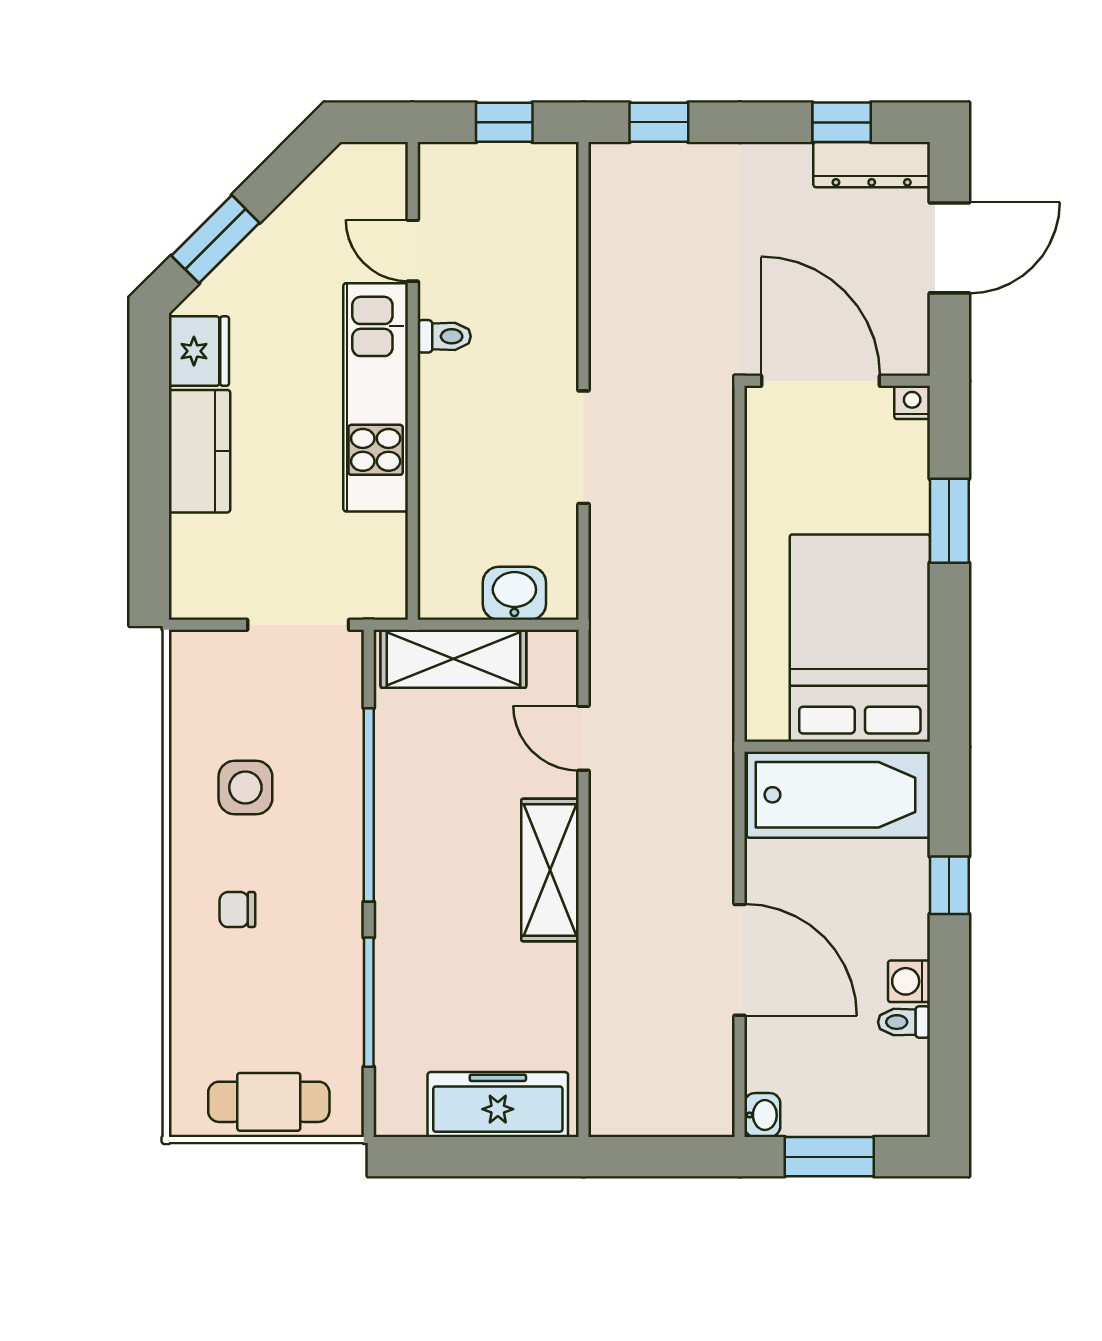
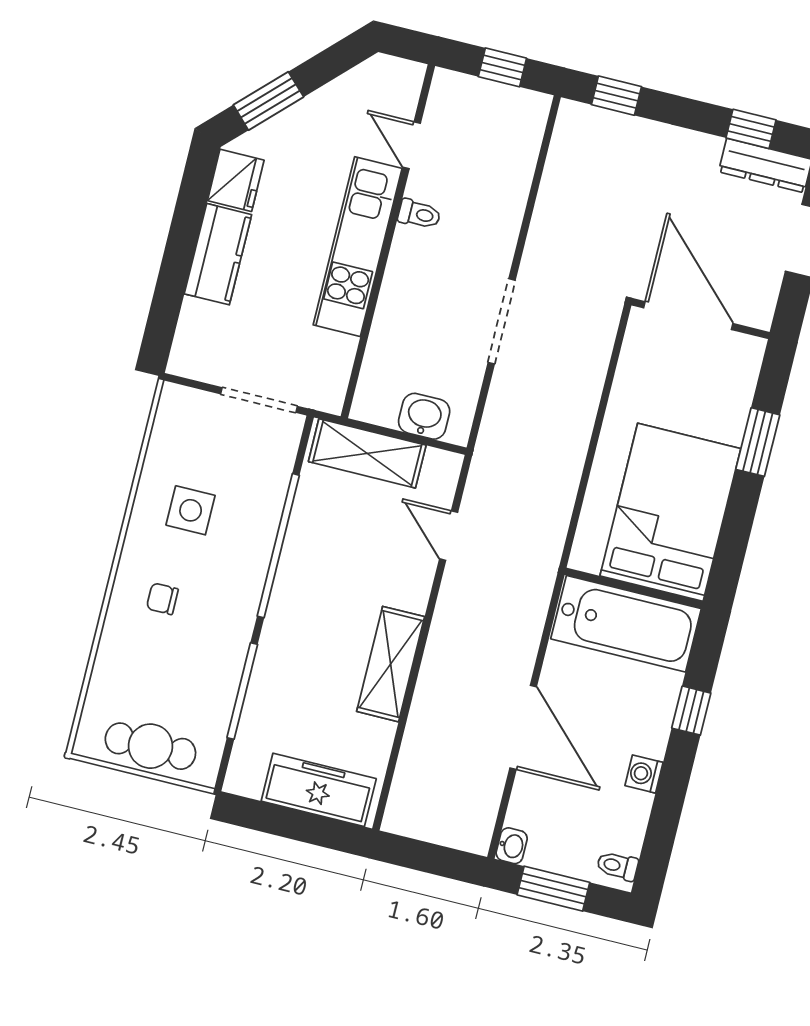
nightstand: (912, 402) -> (752, 348), removed
shelving: (550, 870) -> (391, 664), moved
toilet: (904, 1022) -> (617, 866), moved

